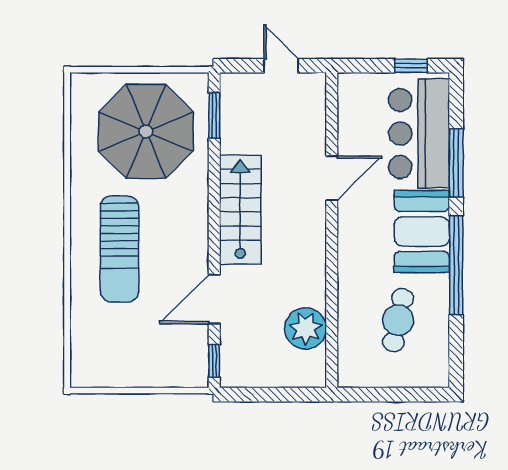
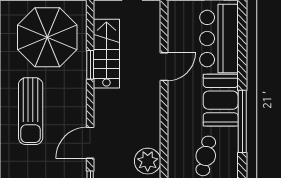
window: (214, 116) -> (90, 65), moved
window: (456, 163) -> (242, 57), removed
stairs: (240, 210) -> (106, 54), moved

